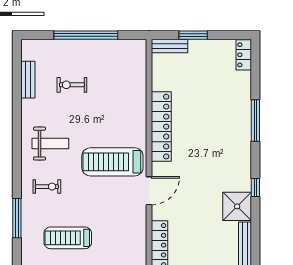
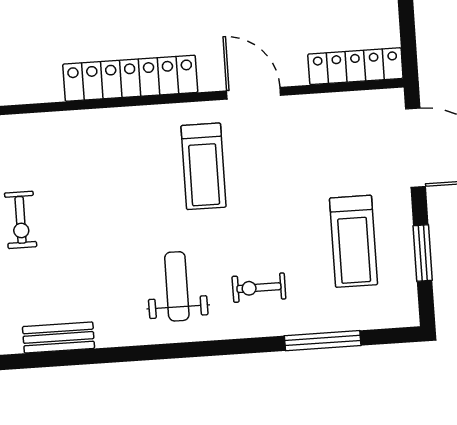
exercise bike: (72, 85) -> (21, 220), moved
treadmill: (112, 162) -> (204, 166), width x0.73, depth x0.73
exercise bike: (47, 187) -> (259, 288), turned -90

